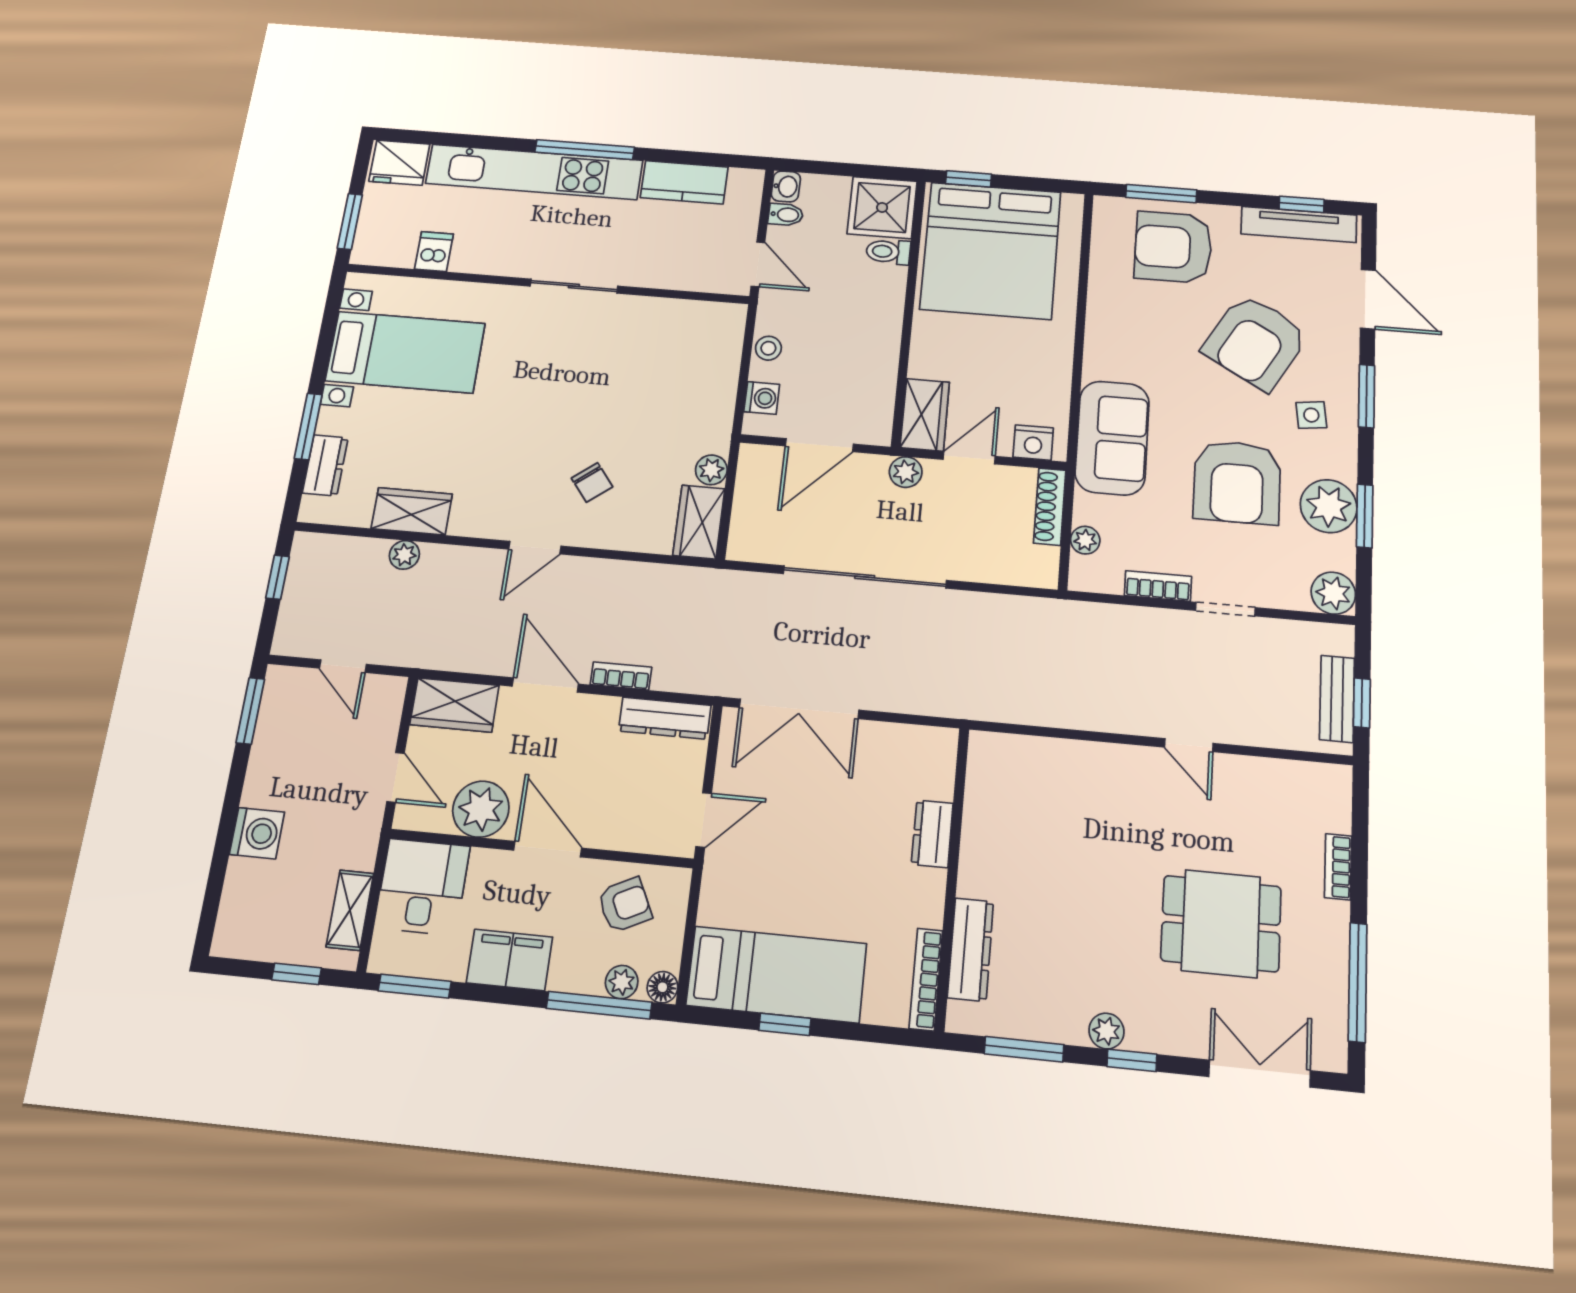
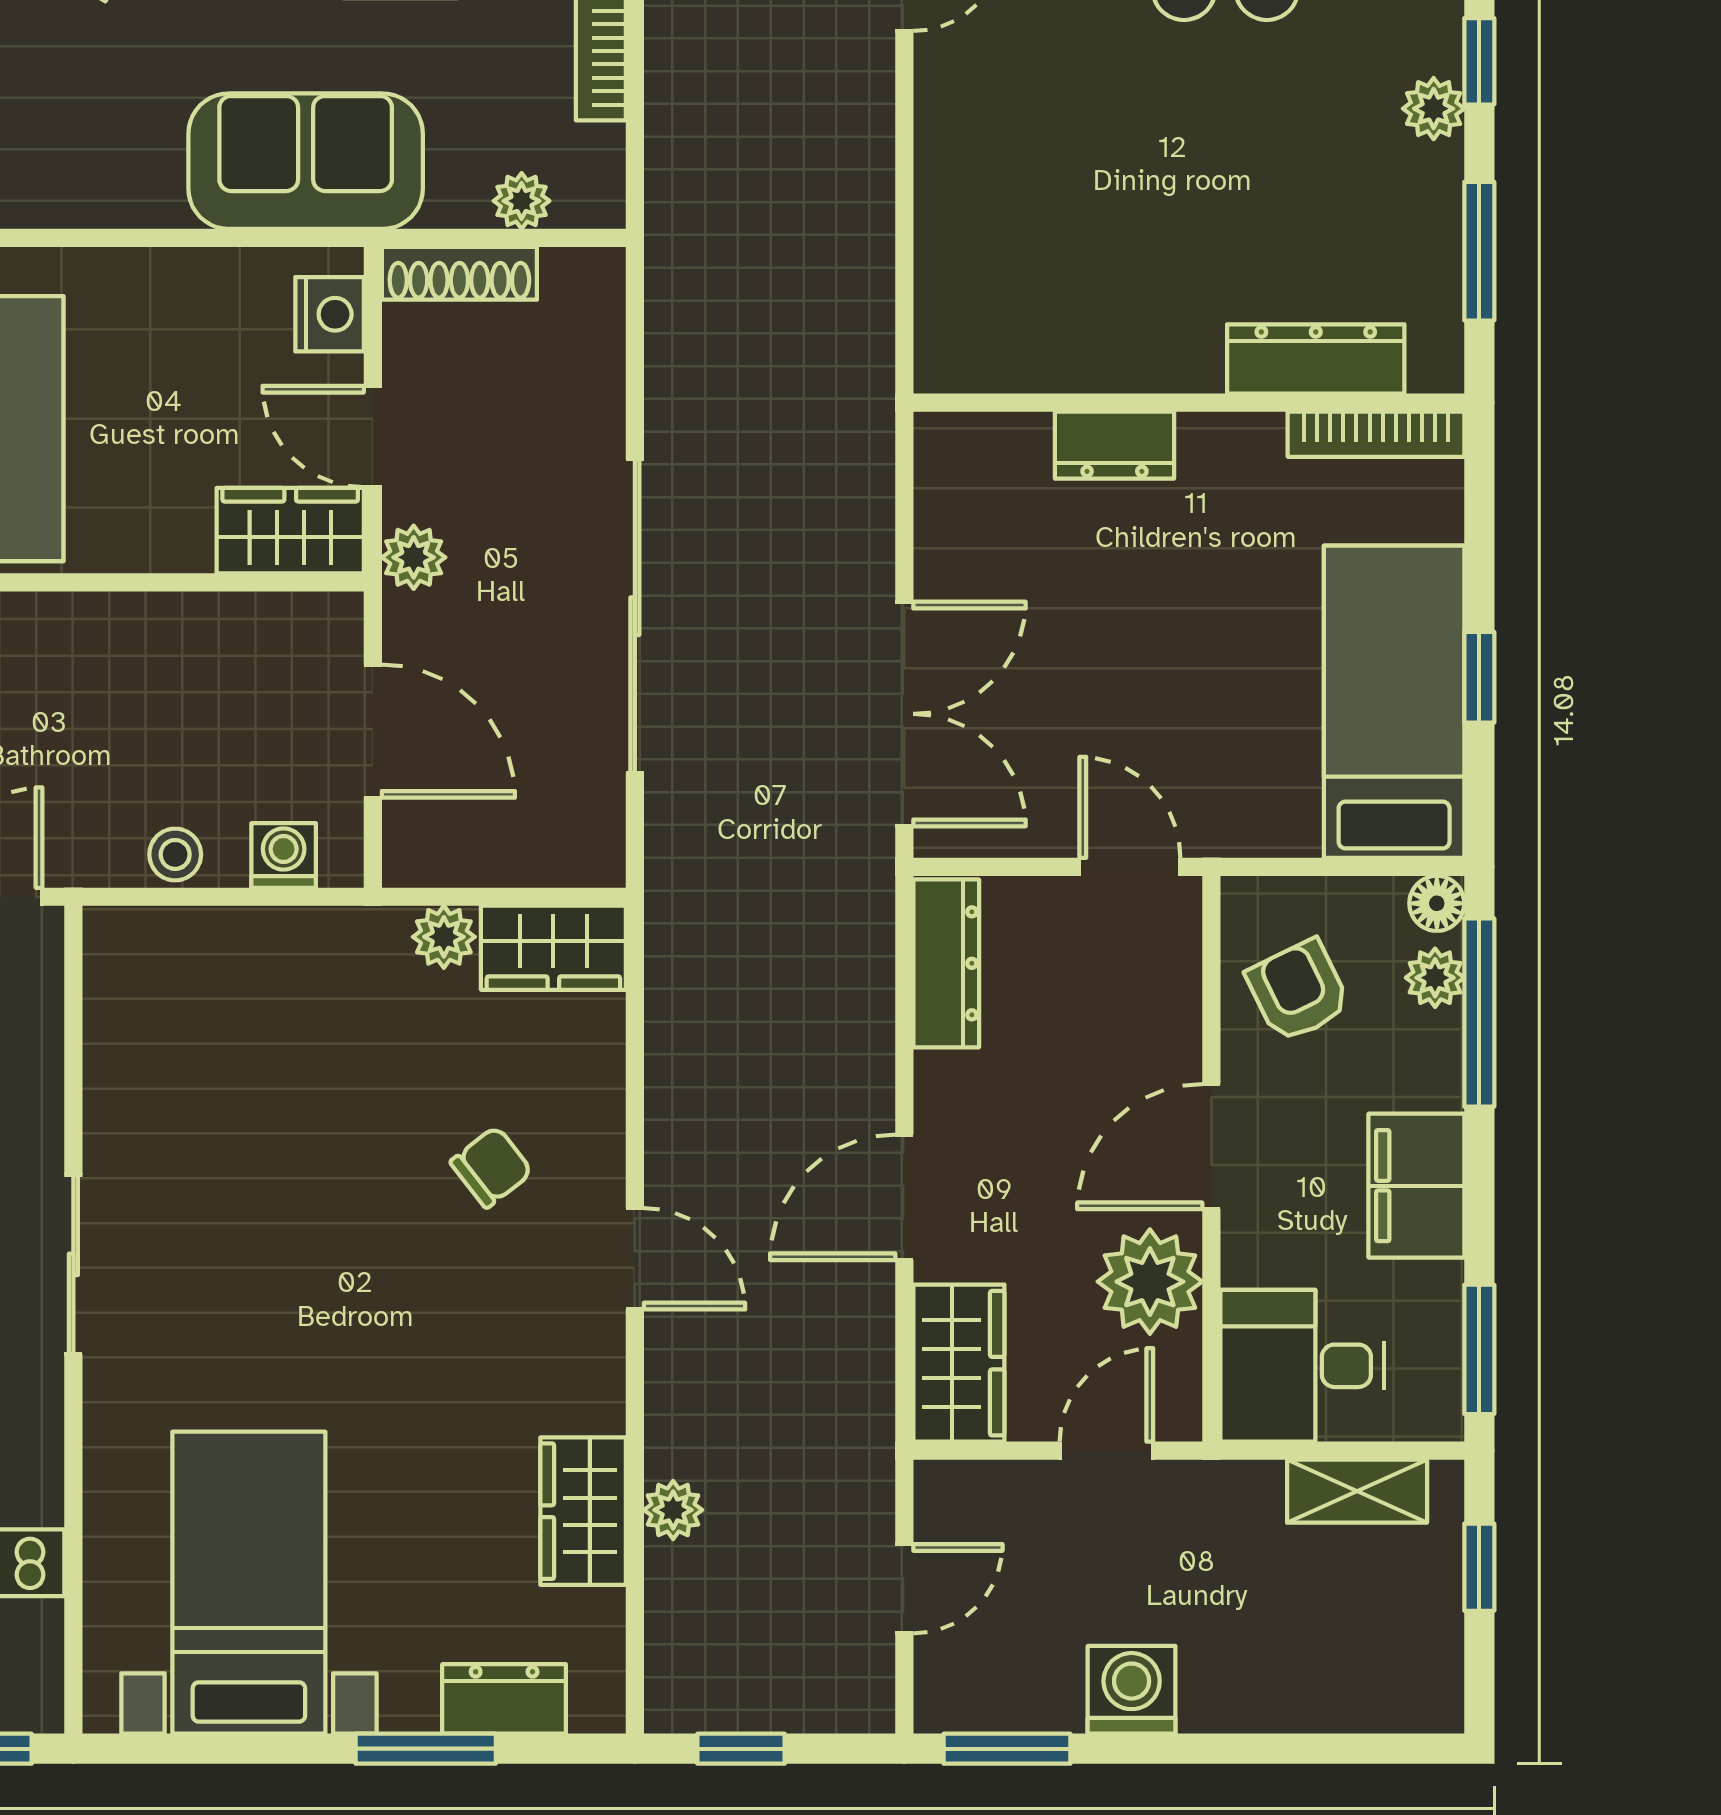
bookcase: (621, 676) -> (873, 1057), removed
washing machine: (257, 833) -> (1132, 1690), moved

